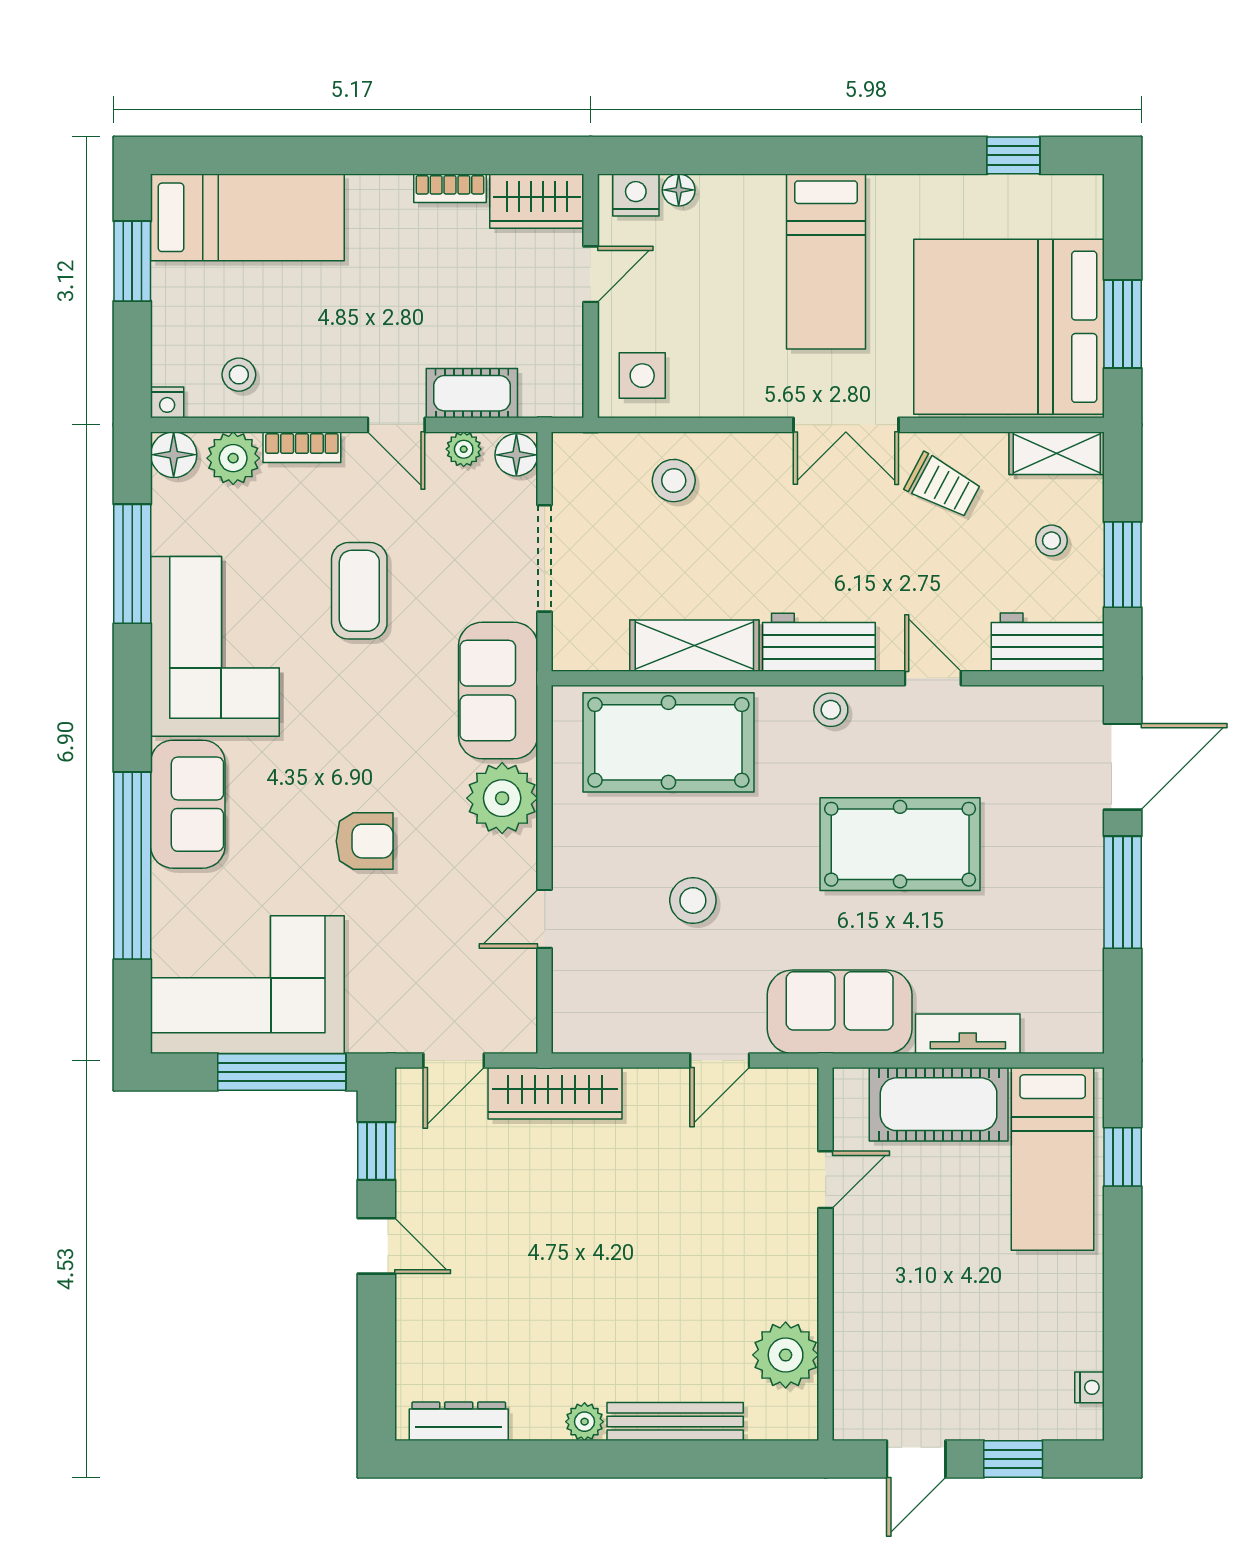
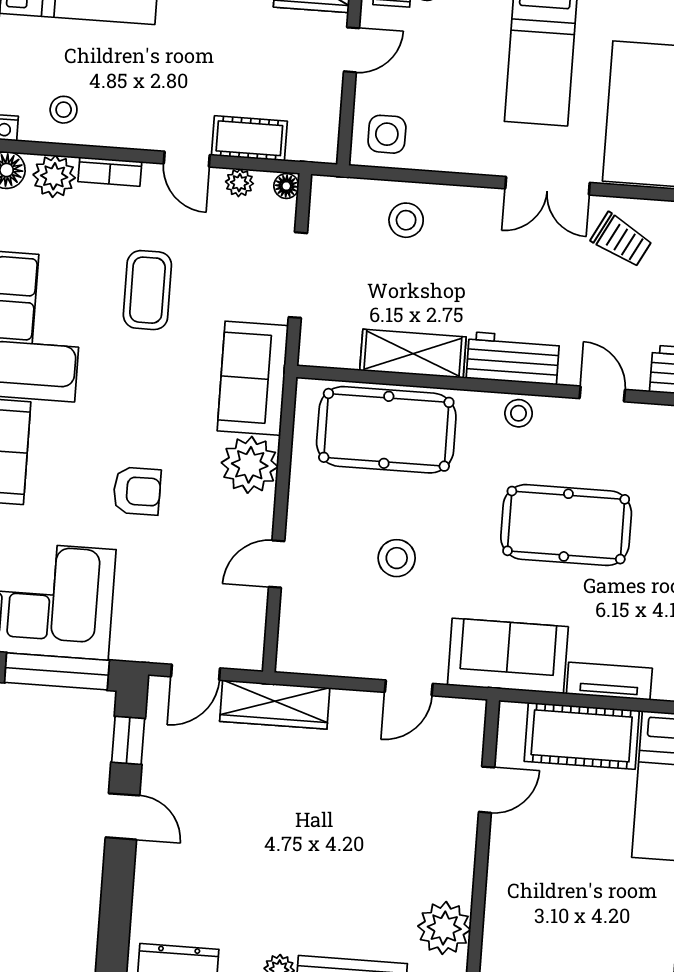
floor lamp: (516, 455) -> (286, 186), width x0.73, depth x0.73

